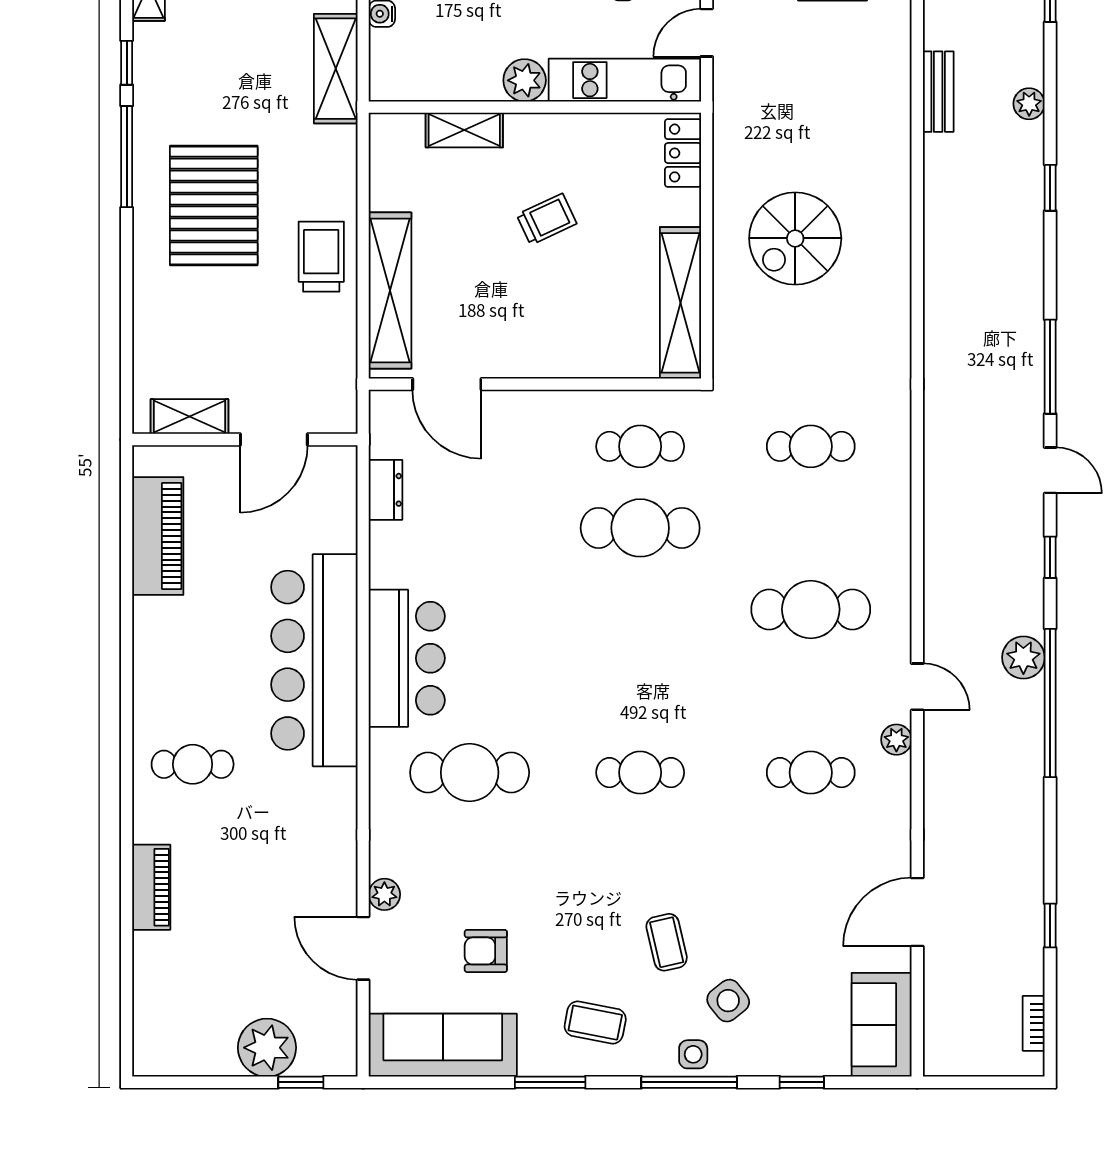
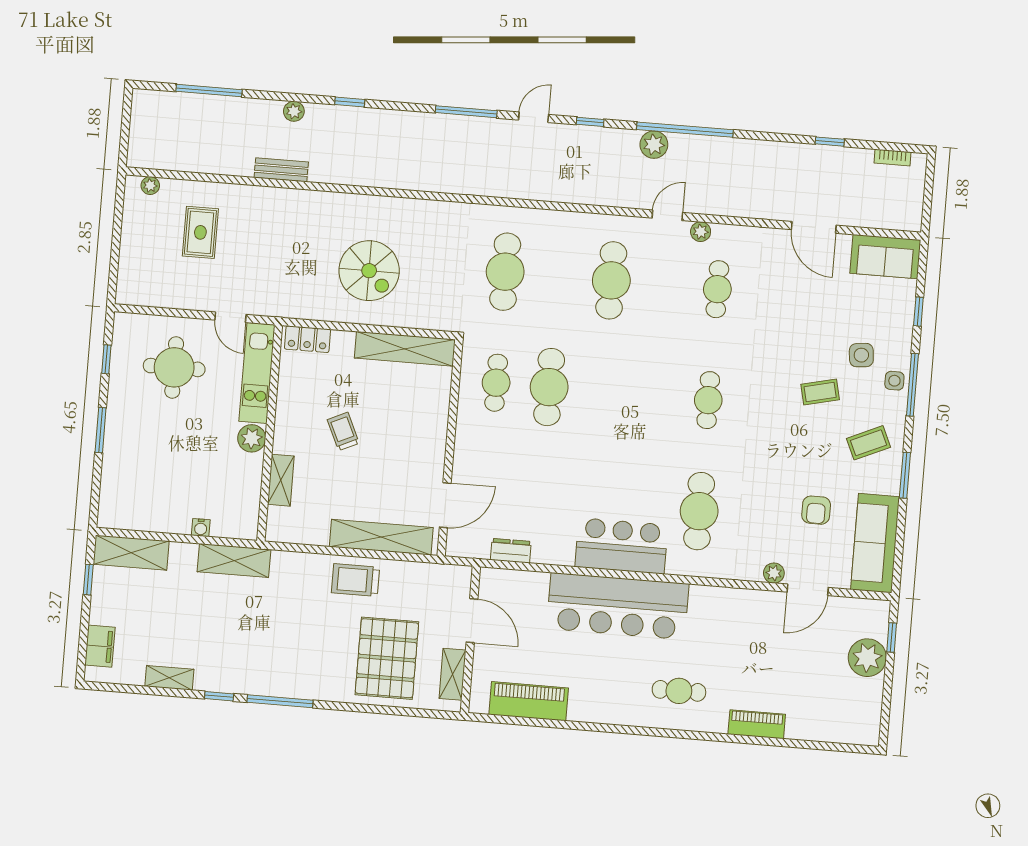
pallet: (214, 206) -> (387, 658), moved, turned 90
cafe table: (811, 446) -> (505, 272), width x1.37, depth x1.35
cafe table: (193, 764) -> (679, 691), turned 90
side table: (728, 1001) -> (861, 355), turned 32
coffee table: (595, 1023) -> (868, 443), turned 55

